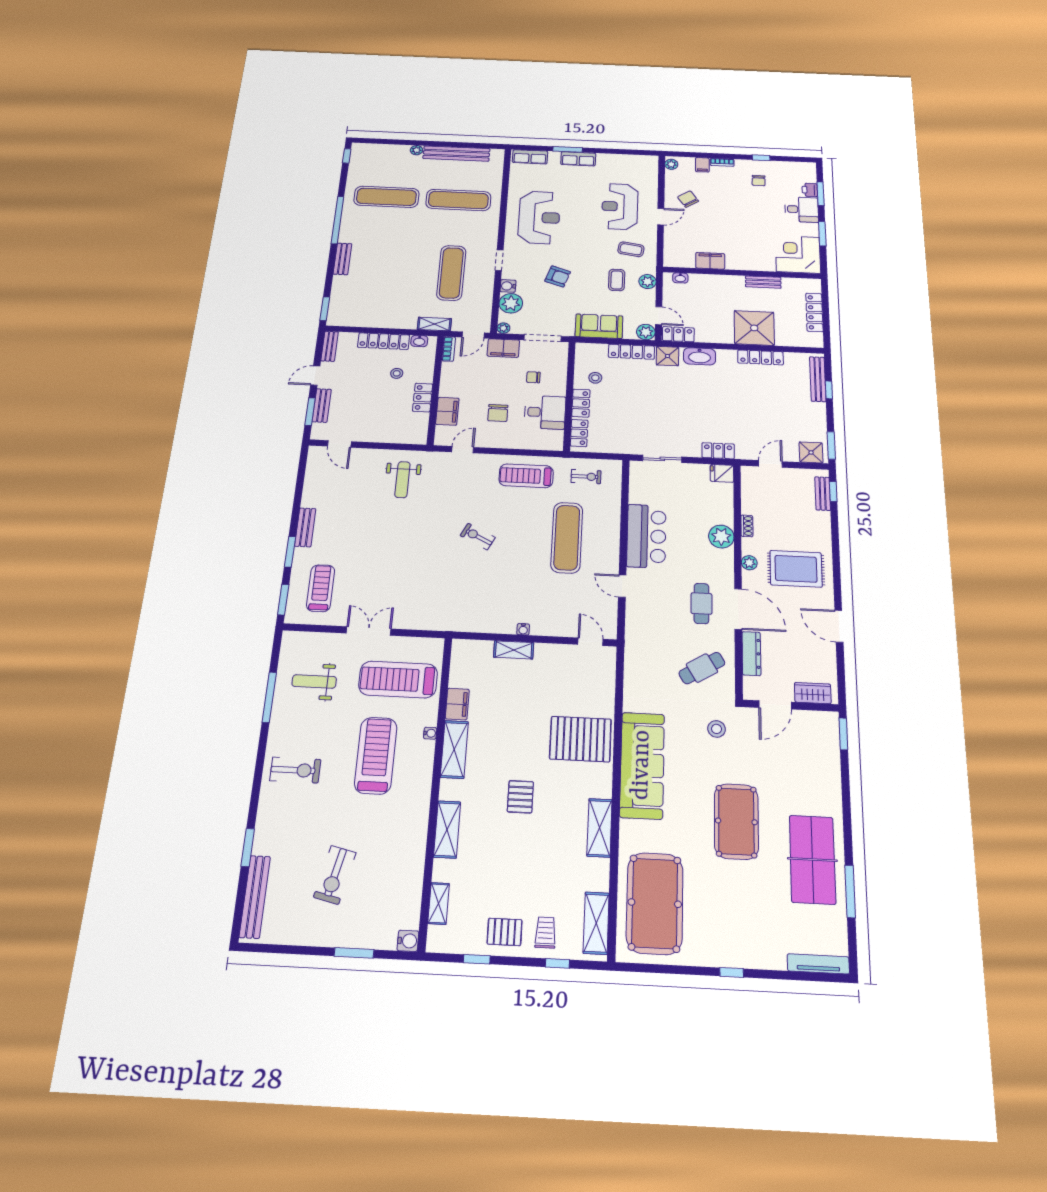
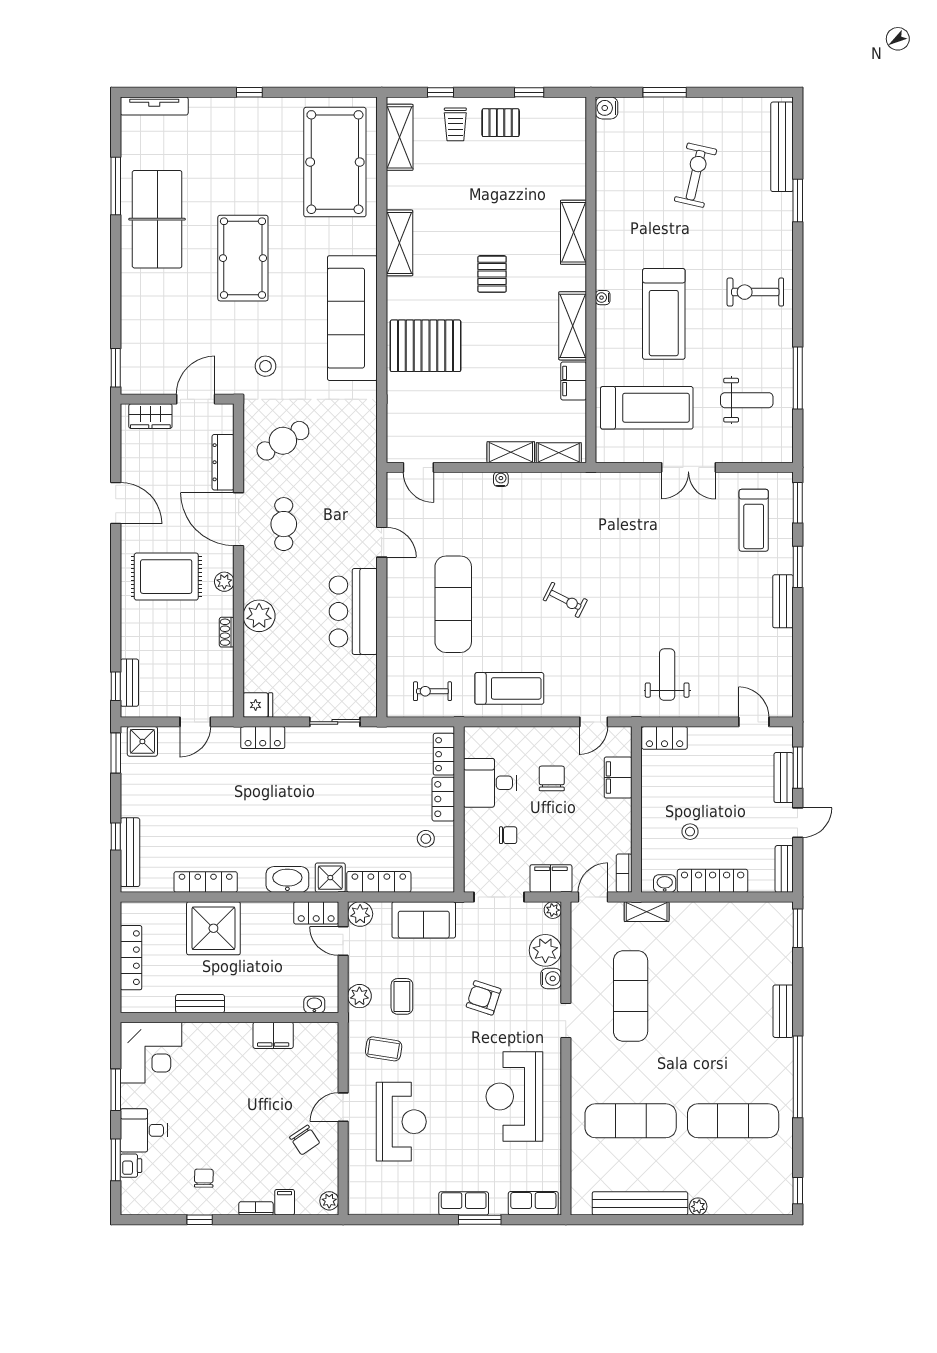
locker: (423, 398) -> (665, 738), moved, turned 90
water cooler: (430, 733) -> (603, 298), moved
shelving: (439, 903) -> (559, 453), moved, turned 90

